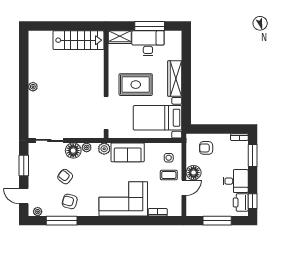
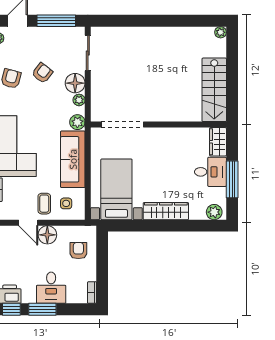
plant: (176, 40) -> (214, 212), added
desk: (148, 43) -> (210, 172), width x0.73
rug: (136, 85) -> (158, 162), removed
plant: (33, 87) -> (221, 32), moved
sofa: (128, 152) -> (73, 159), width x1.36
window: (253, 155) -> (42, 309), moved
window: (24, 166) -> (56, 21), width x1.44
desk: (236, 181) -> (51, 288), moved

